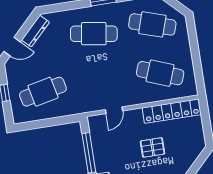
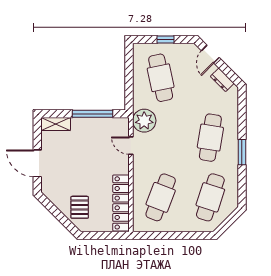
dresser: (35, 31) -> (222, 80), width x0.70
plant: (88, 101) -> (144, 121), added
pallet: (152, 147) -> (80, 207), moved

